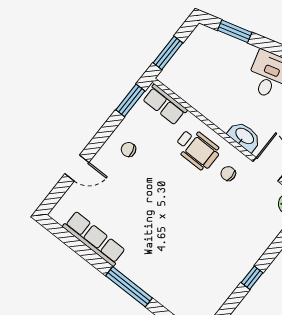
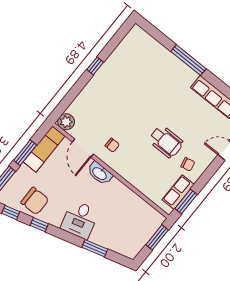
window: (235, 31) -> (95, 248), moved
row of seats: (165, 105) -> (178, 192), moved, turned -90
wheelchair: (197, 149) -> (166, 142), moved, turned 180

